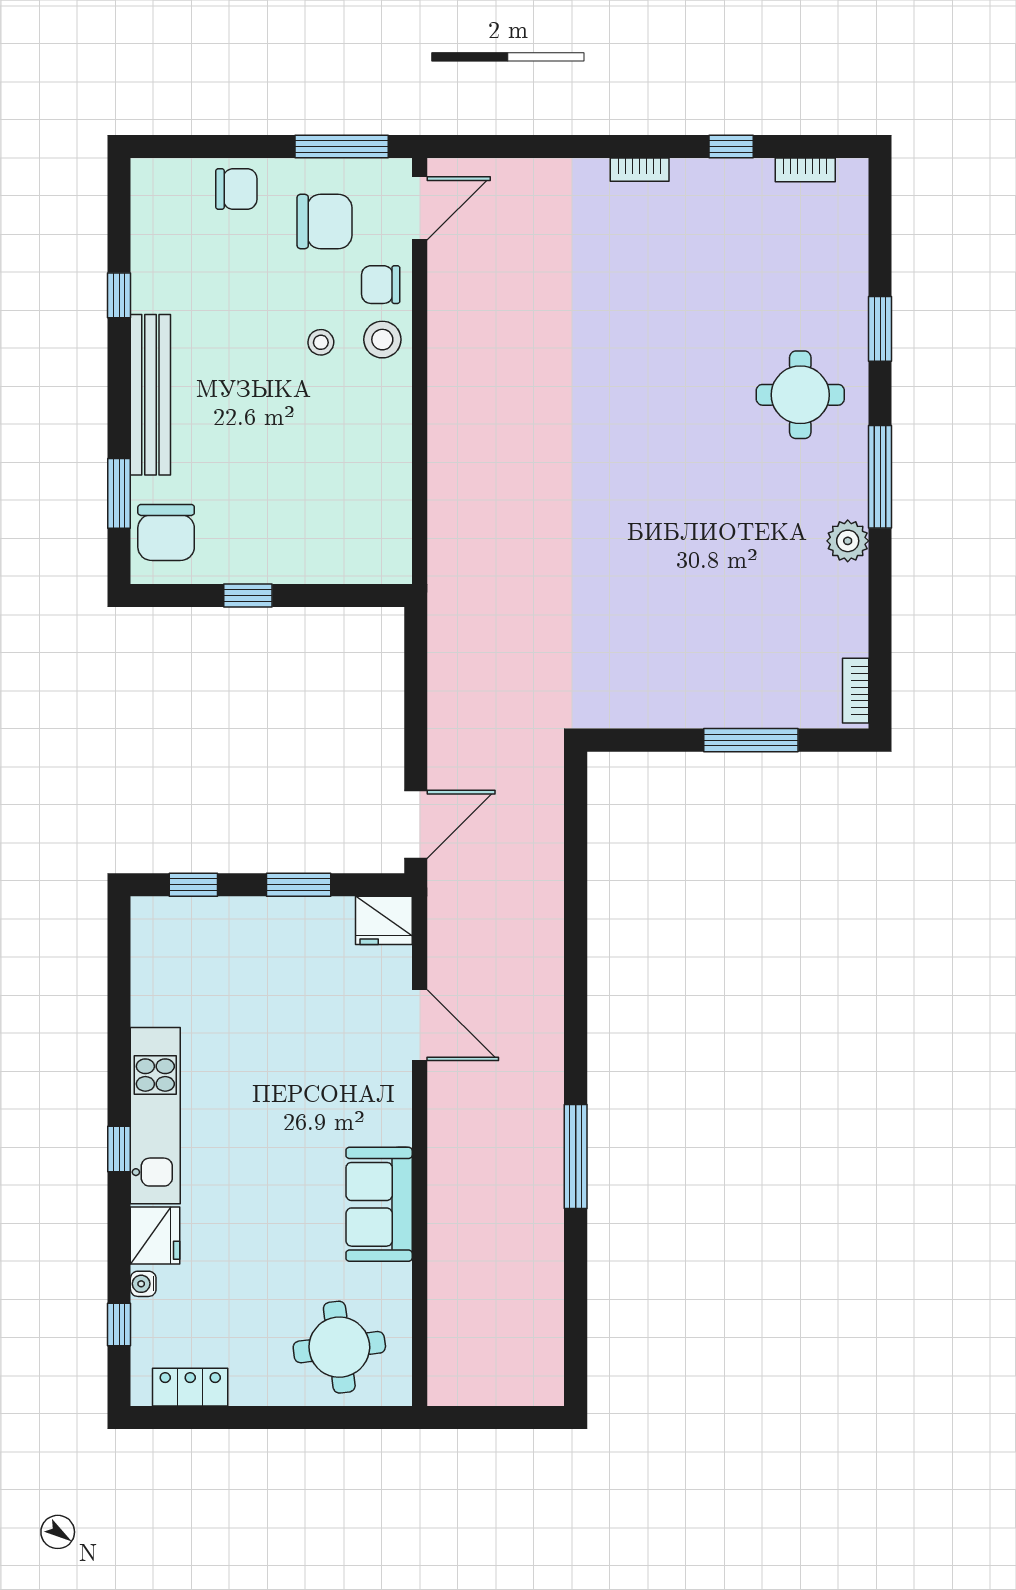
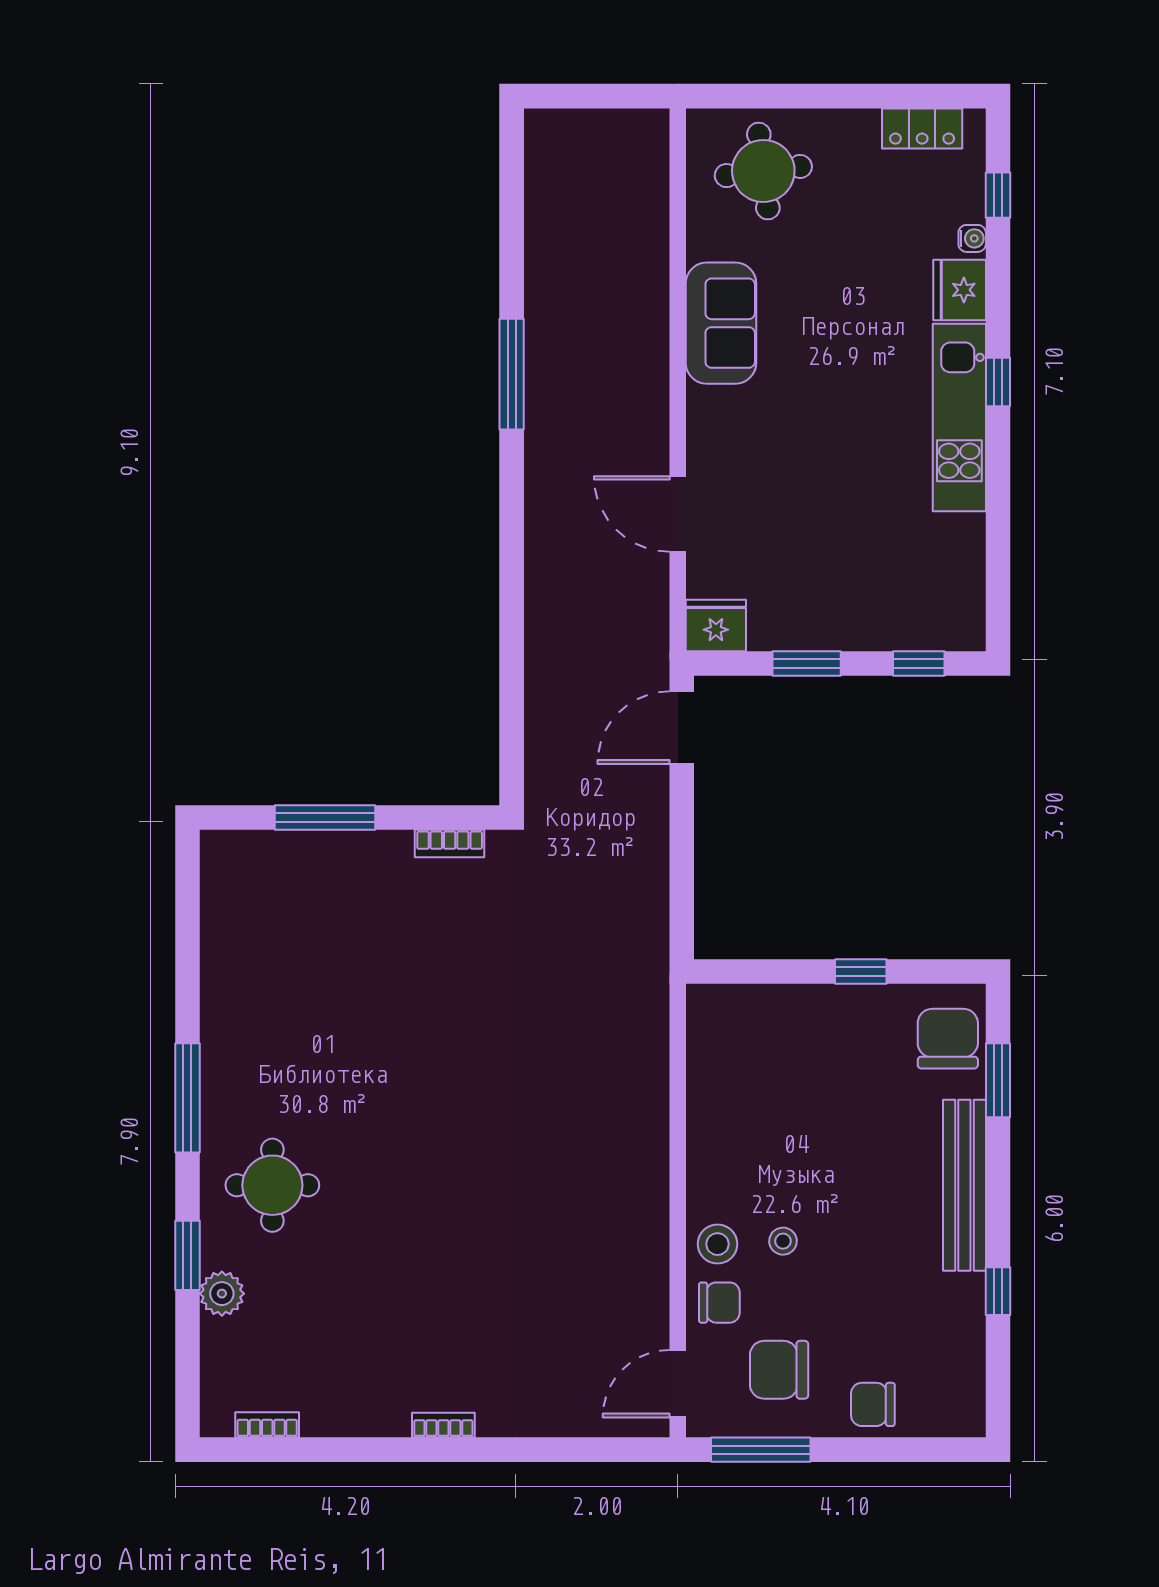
window: (731, 146) -> (346, 1450), removed
plant: (848, 541) -> (222, 1294), moved
bookcase: (856, 691) -> (450, 843), moved, turned 90

